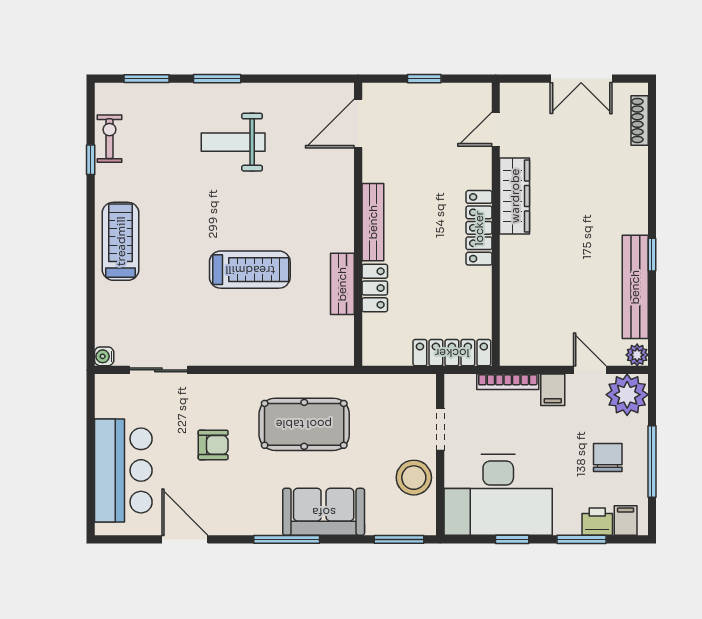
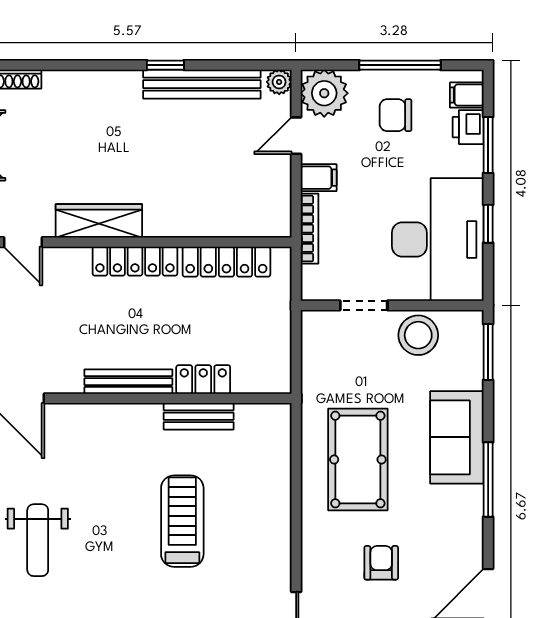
locker: (452, 353) -> (226, 262), moved, turned -90

